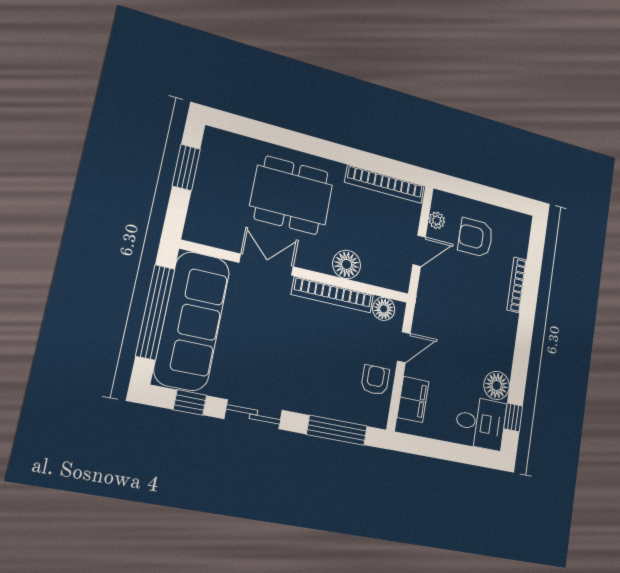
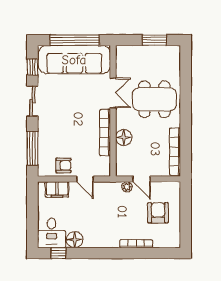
dining table: (291, 195) -> (154, 99), turned 90
plant: (437, 220) -> (127, 187), moved
floor lamp: (384, 309) -> (104, 163), removed

